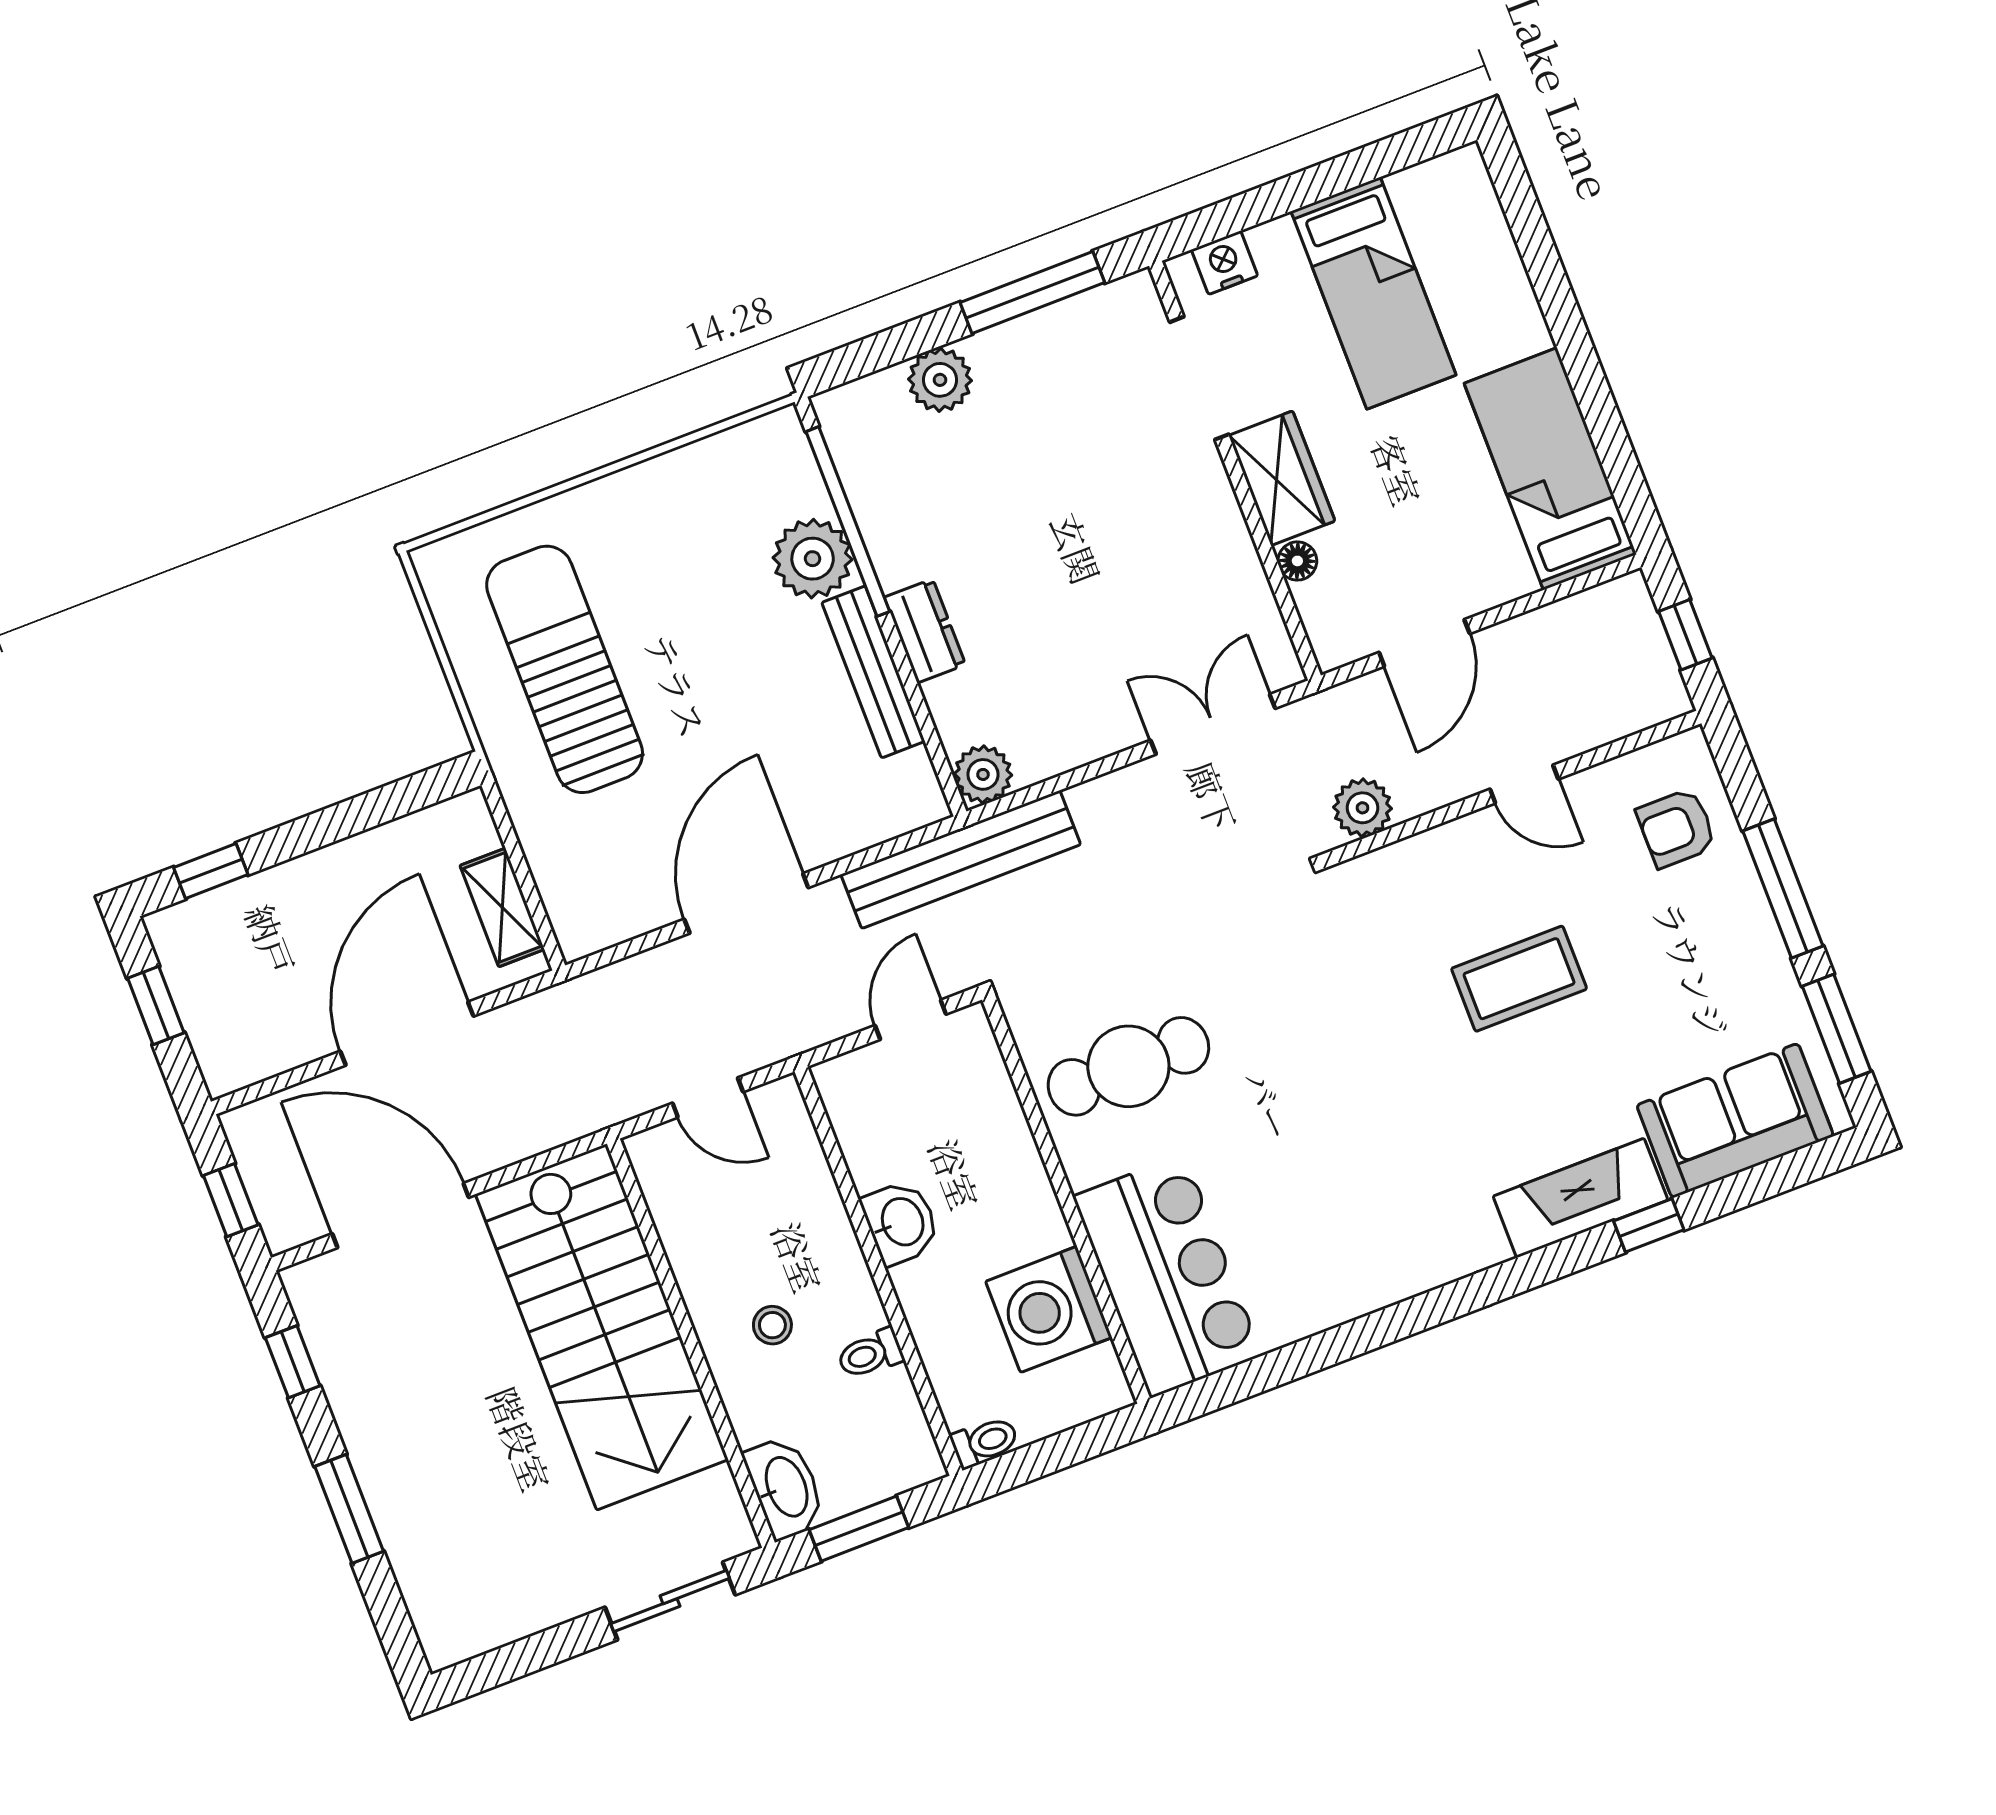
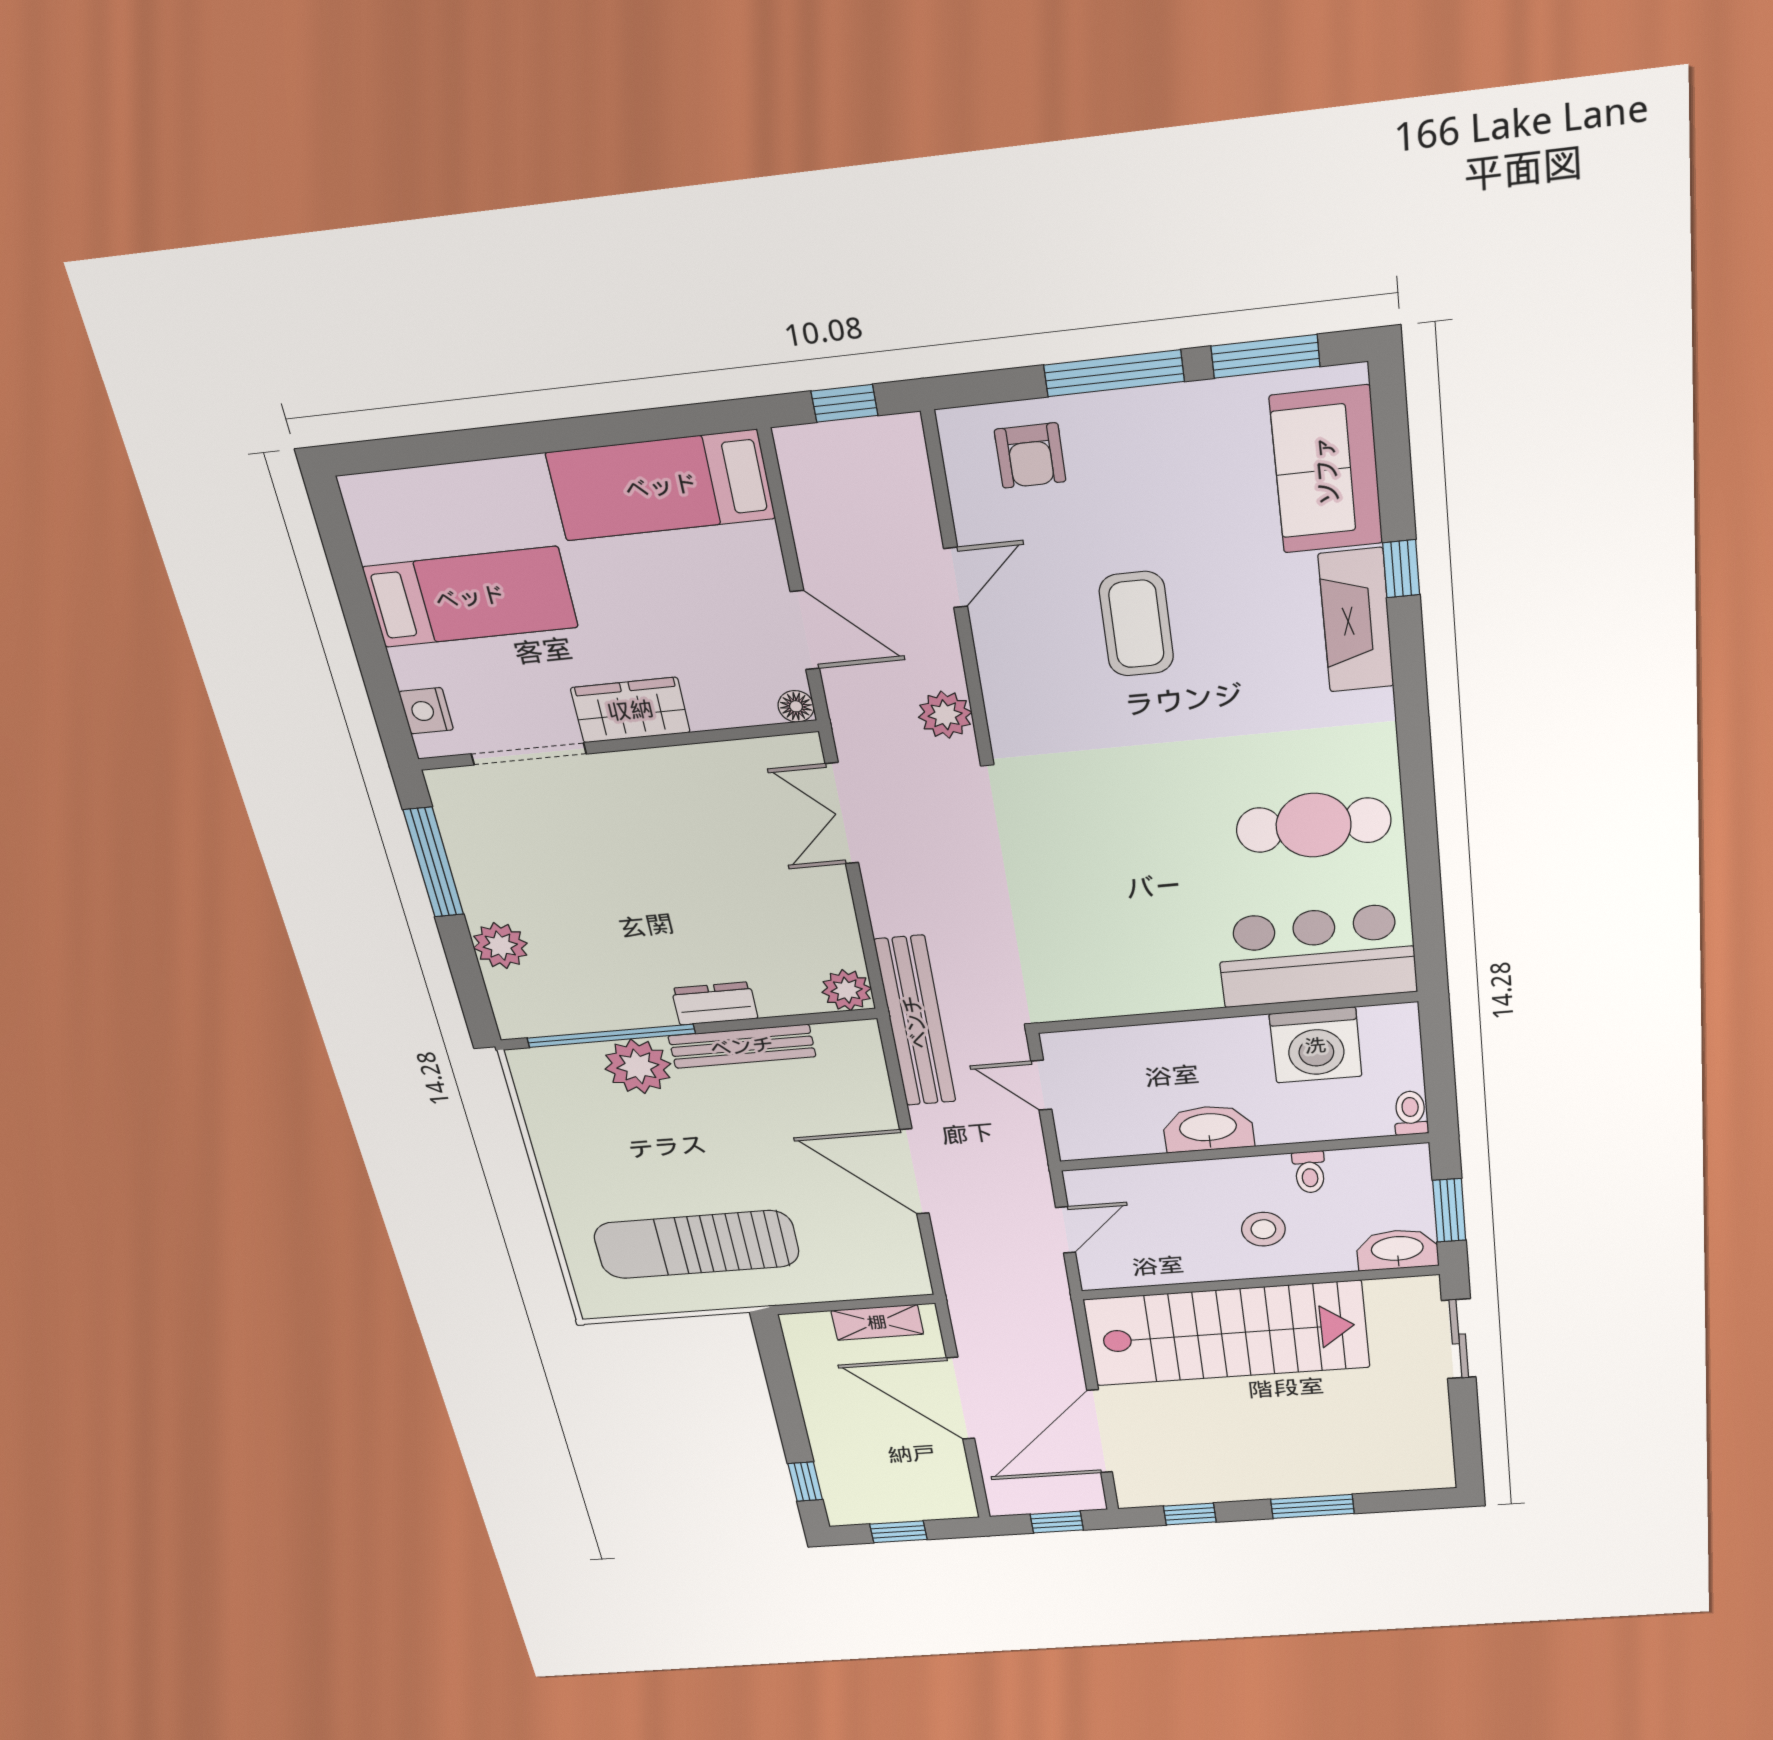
floor lamp: (1297, 561) -> (796, 706), moved
cafe table: (1128, 1066) -> (1314, 825), moved, turned 90
washbasin: (901, 1222) -> (1208, 1128), width x1.38
stool: (772, 1325) -> (1263, 1229), width x1.37, depth x1.37

